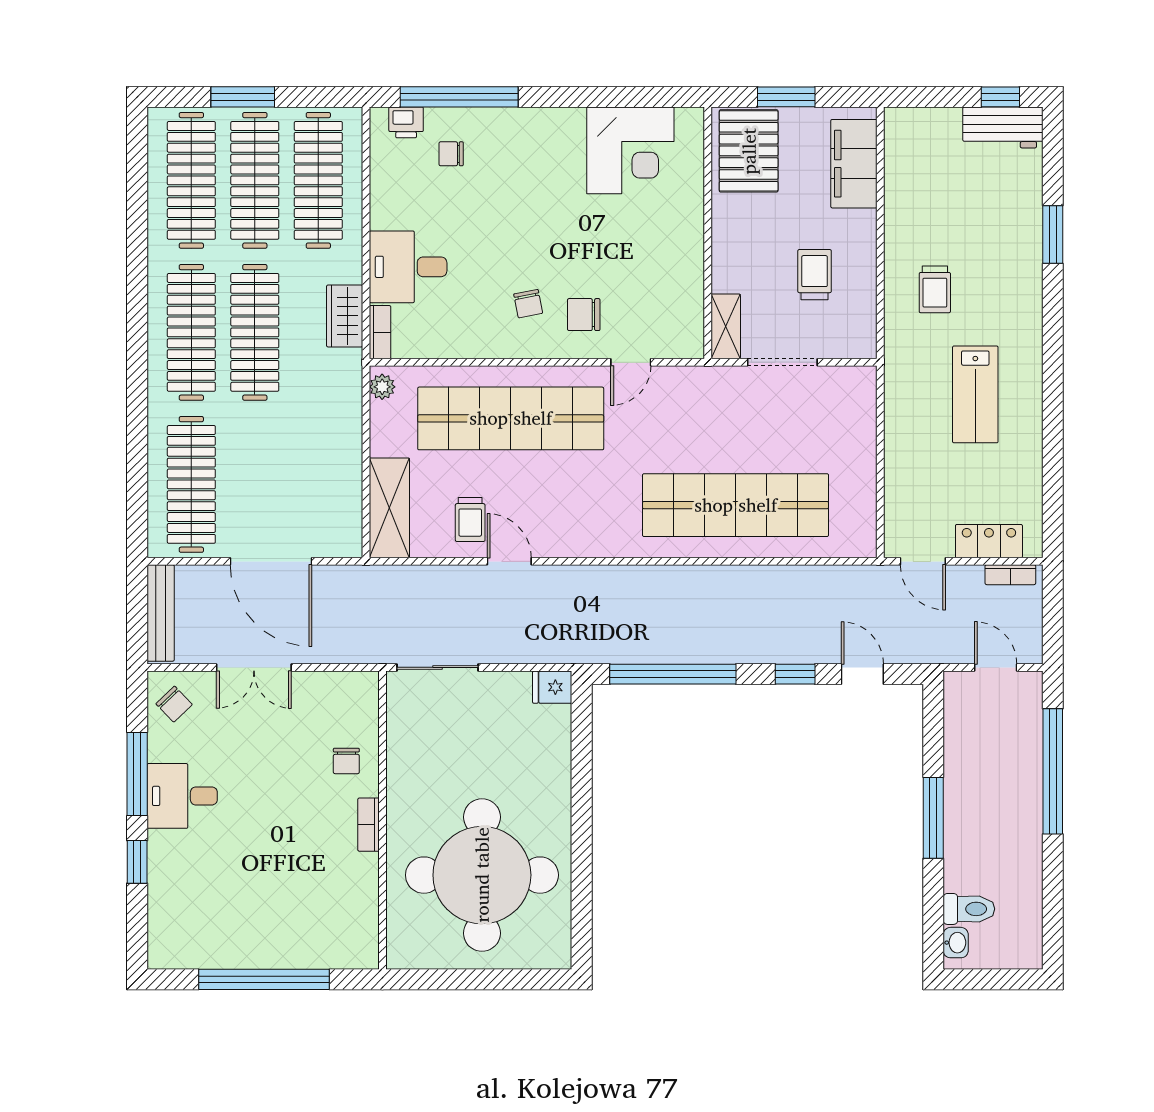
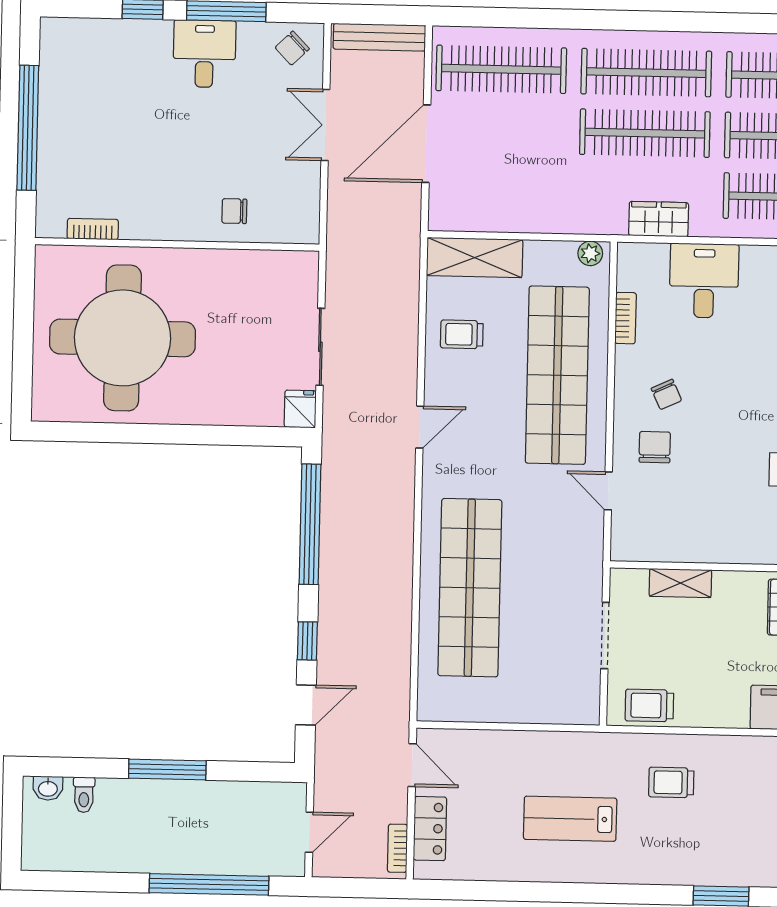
trolley: (815, 275) -> (649, 706), moved, turned 180
chair: (528, 304) -> (666, 394), turned -104
shelving: (726, 326) -> (680, 583), moved
bookcase: (380, 332) -> (626, 318), moved, turned -90
door: (509, 561) -> (420, 427), moved
door: (923, 561) -> (412, 765), swing flipped
sliding door: (438, 667) -> (320, 347), moved
bookcase: (369, 825) -> (93, 229), moved
toilet: (969, 909) -> (84, 795), width x0.73, depth x0.72

